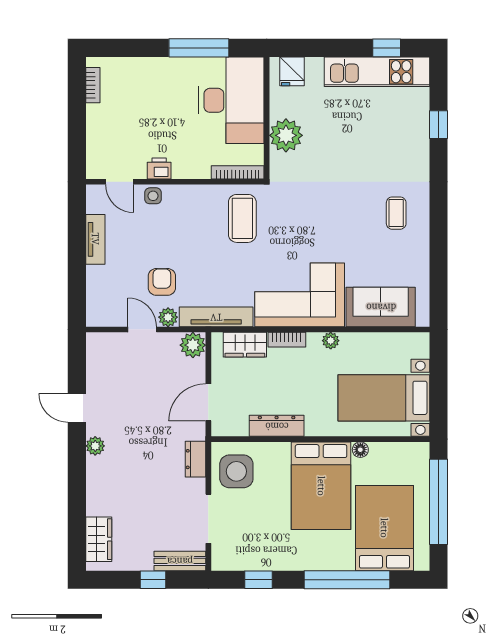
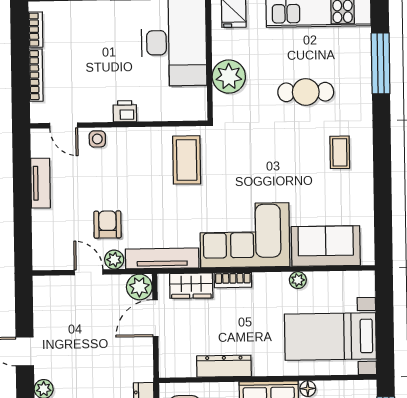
window: (438, 125) -> (381, 63), width x2.17
cafe table: (363, 152) -> (306, 92), added
printer: (159, 168) -> (125, 111), moved
bookcase: (238, 172) -> (36, 75), moved, turned 90
plant: (331, 341) -> (298, 280), moved
door: (208, 402) -> (155, 318), moved

